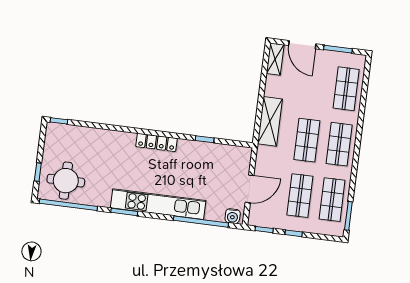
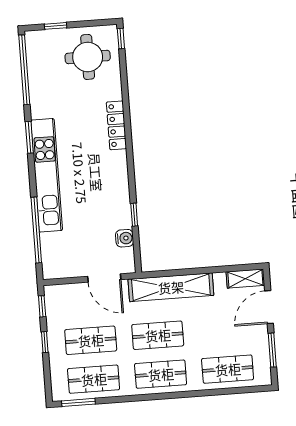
shelving: (270, 121) -> (171, 287), width x1.47
locker: (156, 142) -> (116, 125), moved
round table: (66, 181) -> (88, 57), moved
door: (249, 189) -> (104, 278), moved
water cooler: (233, 216) -> (125, 238), moved, turned 180

